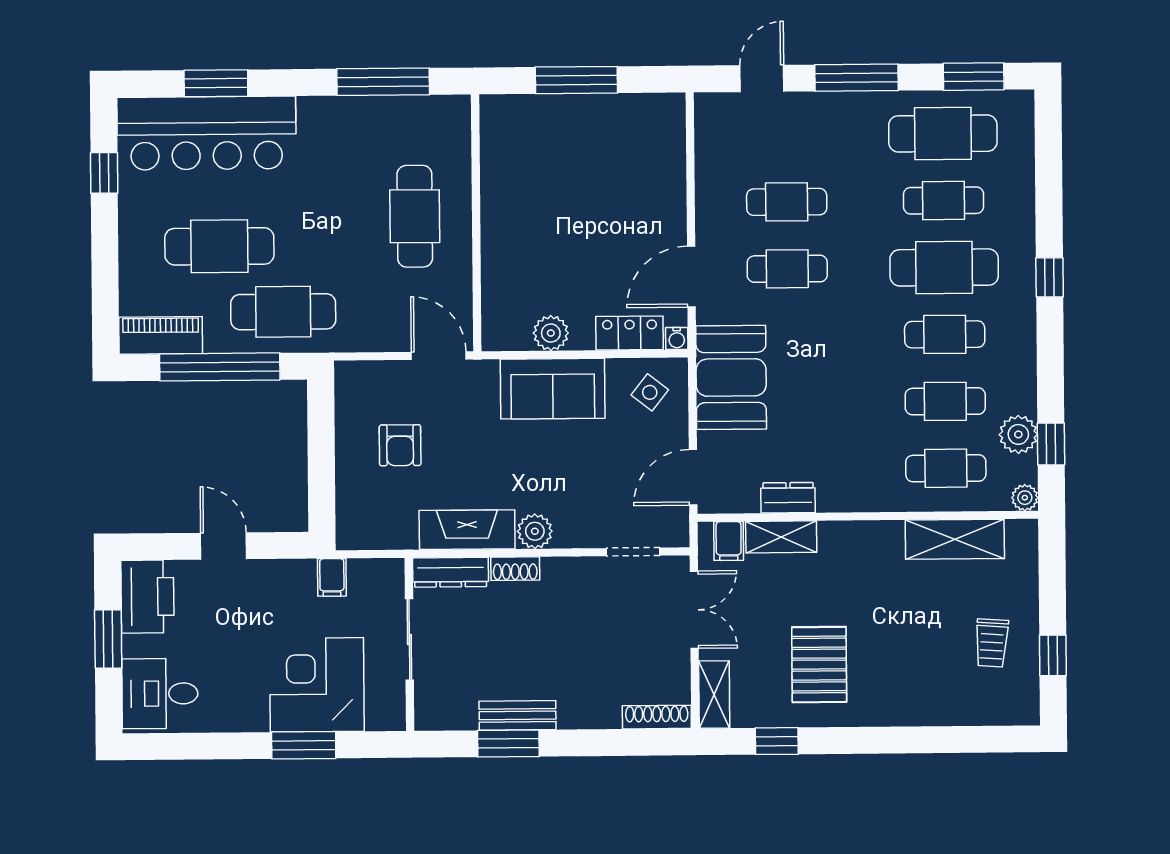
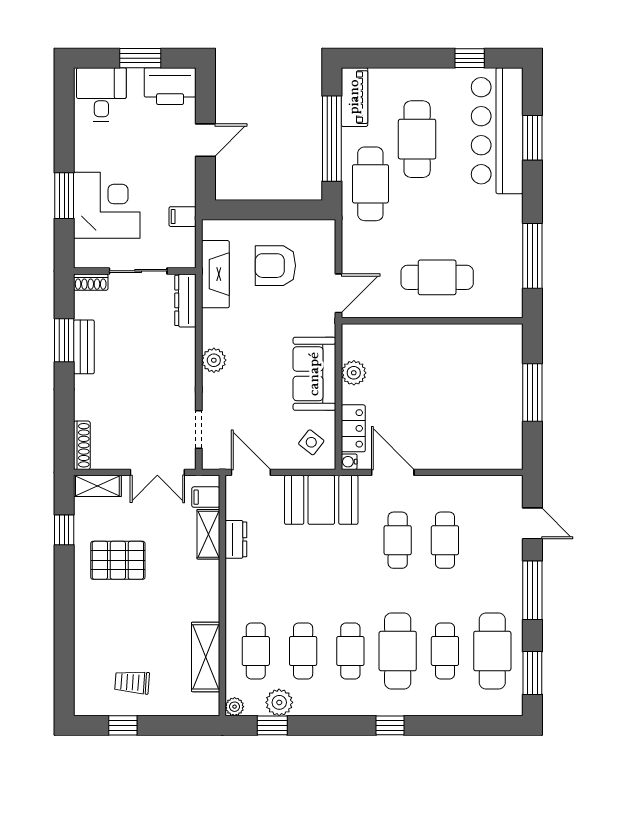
armchair: (400, 445) -> (275, 266), width x1.38, depth x1.38
fireplace: (467, 530) -> (215, 274), moved
shoe rack: (515, 569) -> (91, 282), moved, turned -90

